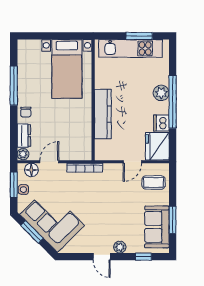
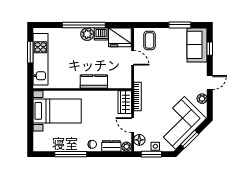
plant: (161, 93) -> (87, 34), moved
kitchen counter: (103, 114) -> (94, 82), width x0.67
wardrobe: (78, 152) -> (125, 102), added
sofa: (157, 227) -> (197, 45), moved, turned 90
plant: (120, 247) -> (202, 99), moved

